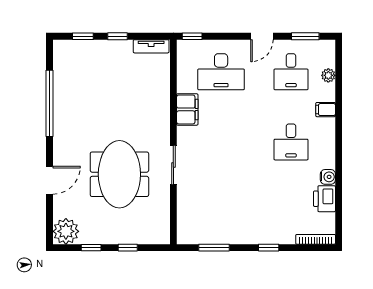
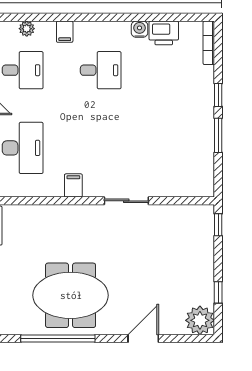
filing cabinet: (187, 109) -> (73, 185), width x0.50
meeting table: (119, 174) -> (71, 295), moved
door: (50, 180) -> (143, 338), hinge flipped
window: (128, 248) -> (218, 225), moved
window: (214, 248) -> (218, 135), moved

